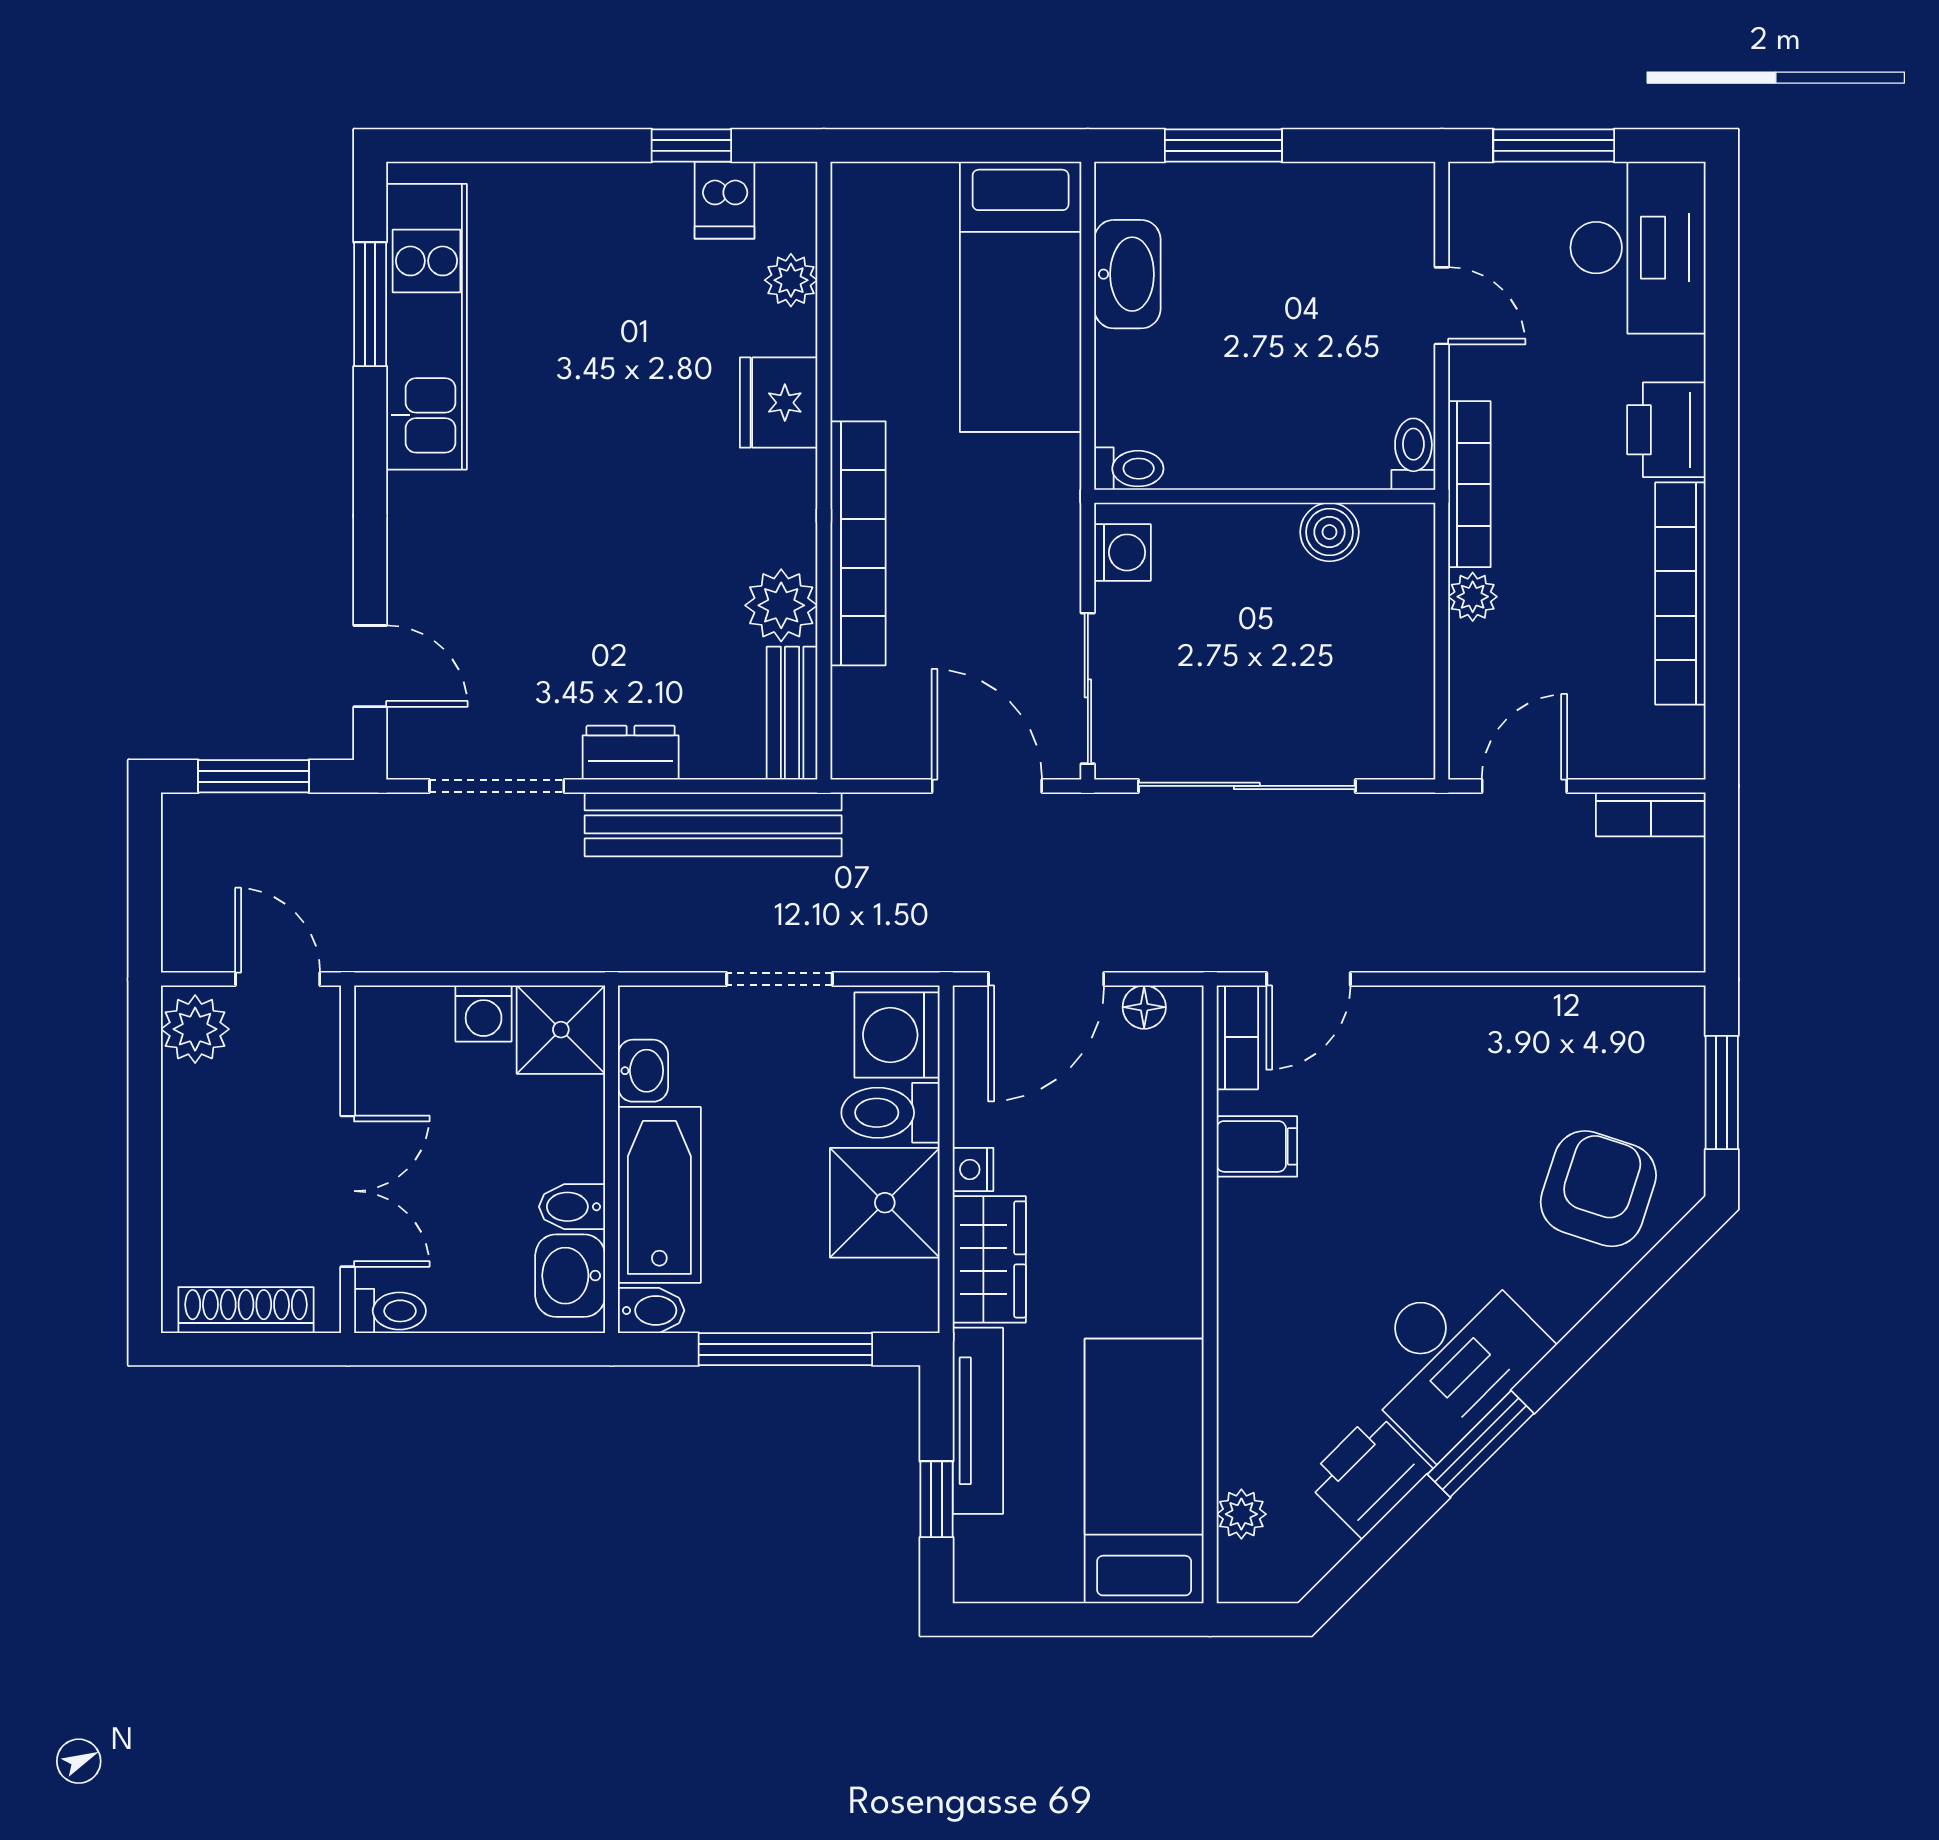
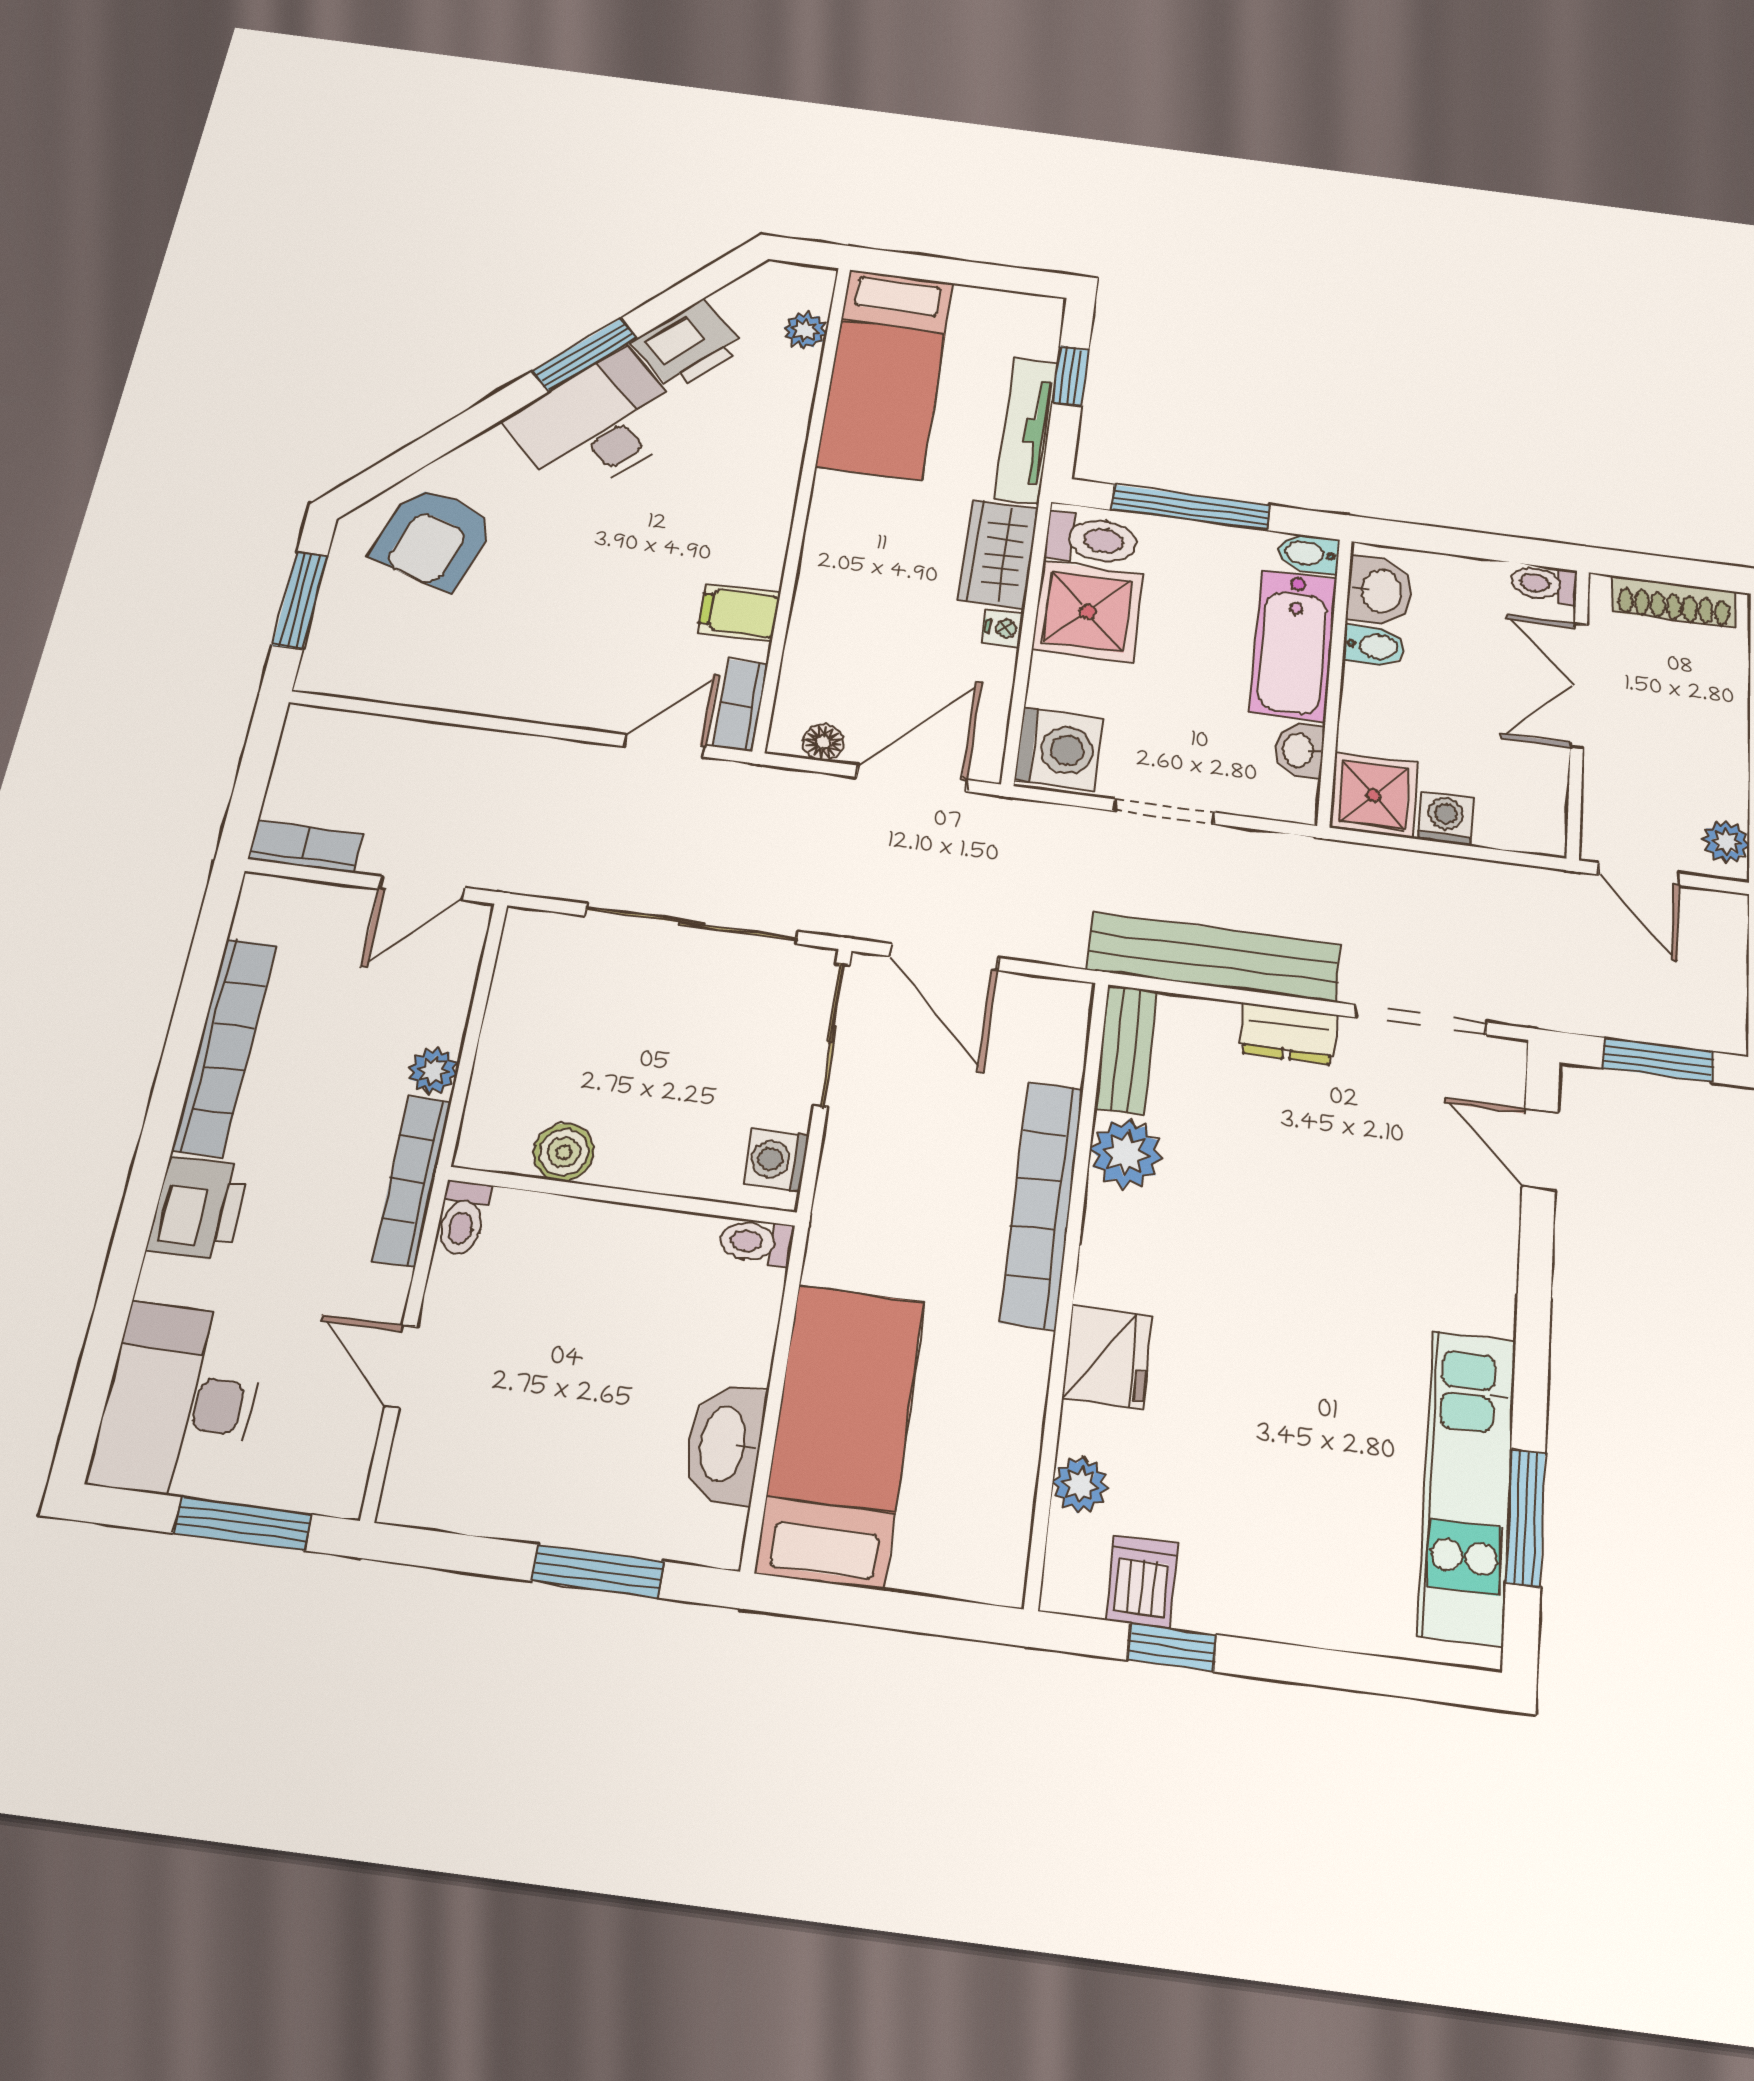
plant: (195, 1029) -> (1726, 842), width x0.73, depth x0.73
toilet: (891, 1113) -> (1091, 539), moved

